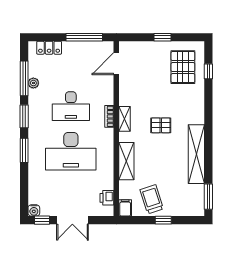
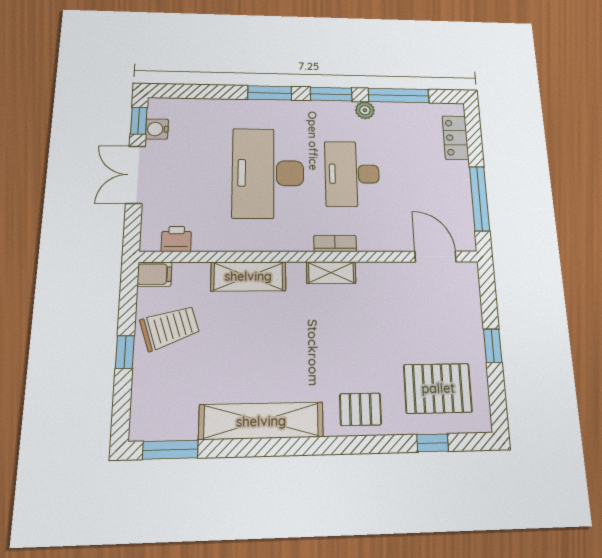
plant: (33, 83) -> (365, 110), moved
pallet: (161, 125) -> (360, 409), moved, turned 90
water cooler: (34, 210) -> (157, 129), moved

